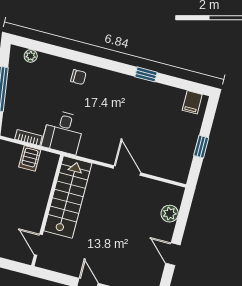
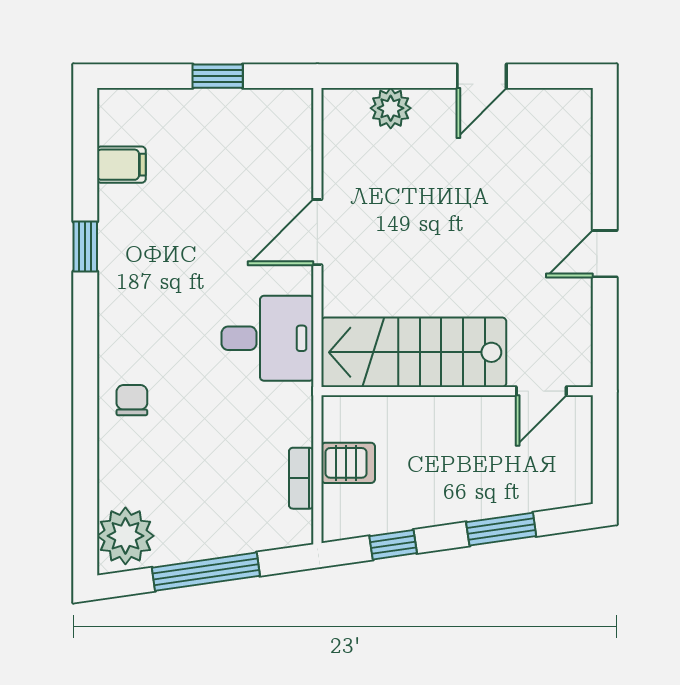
plant: (31, 56) -> (125, 536), width x1.87, depth x1.87
filing cabinet: (192, 102) -> (121, 165), moved
desk: (63, 132) -> (268, 338), moved

